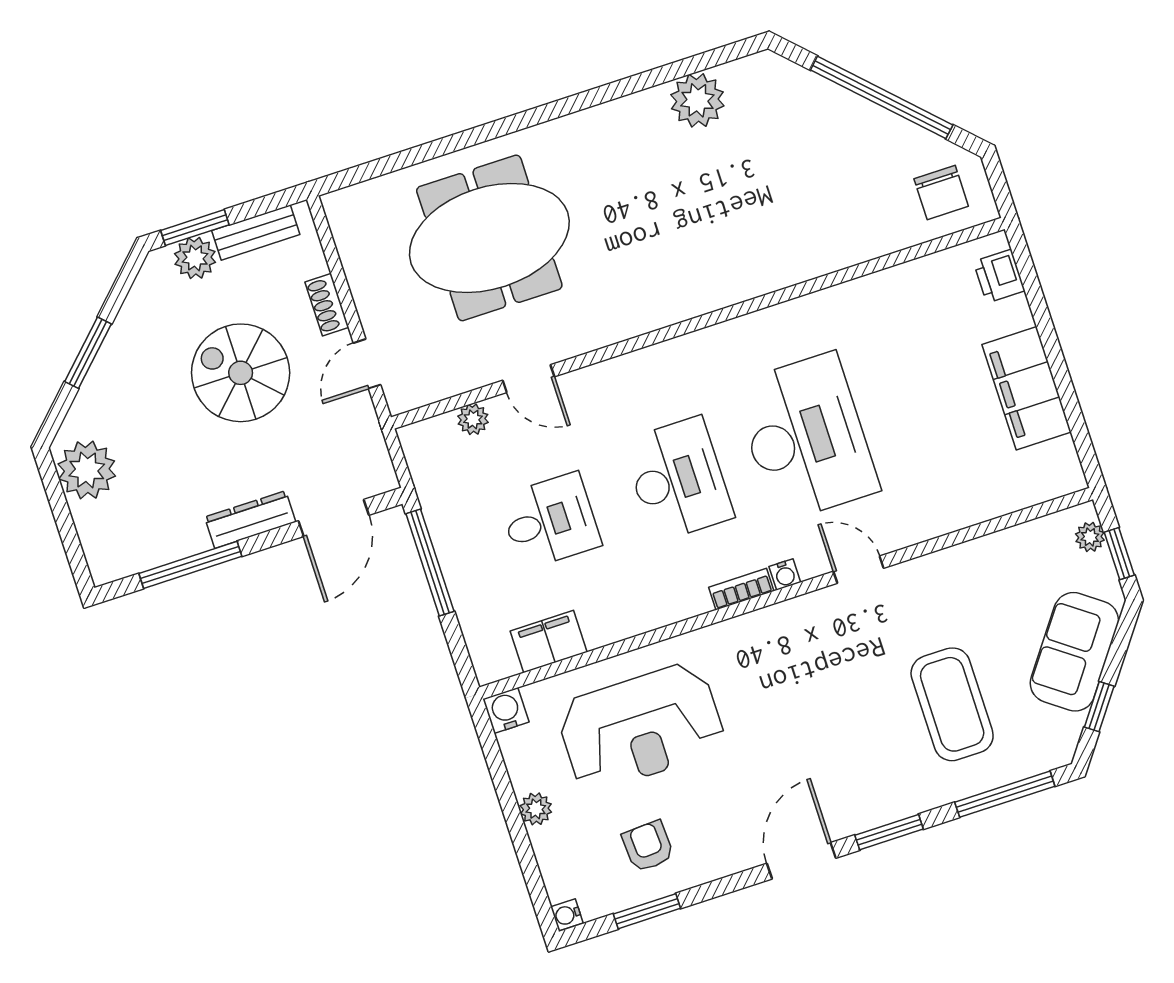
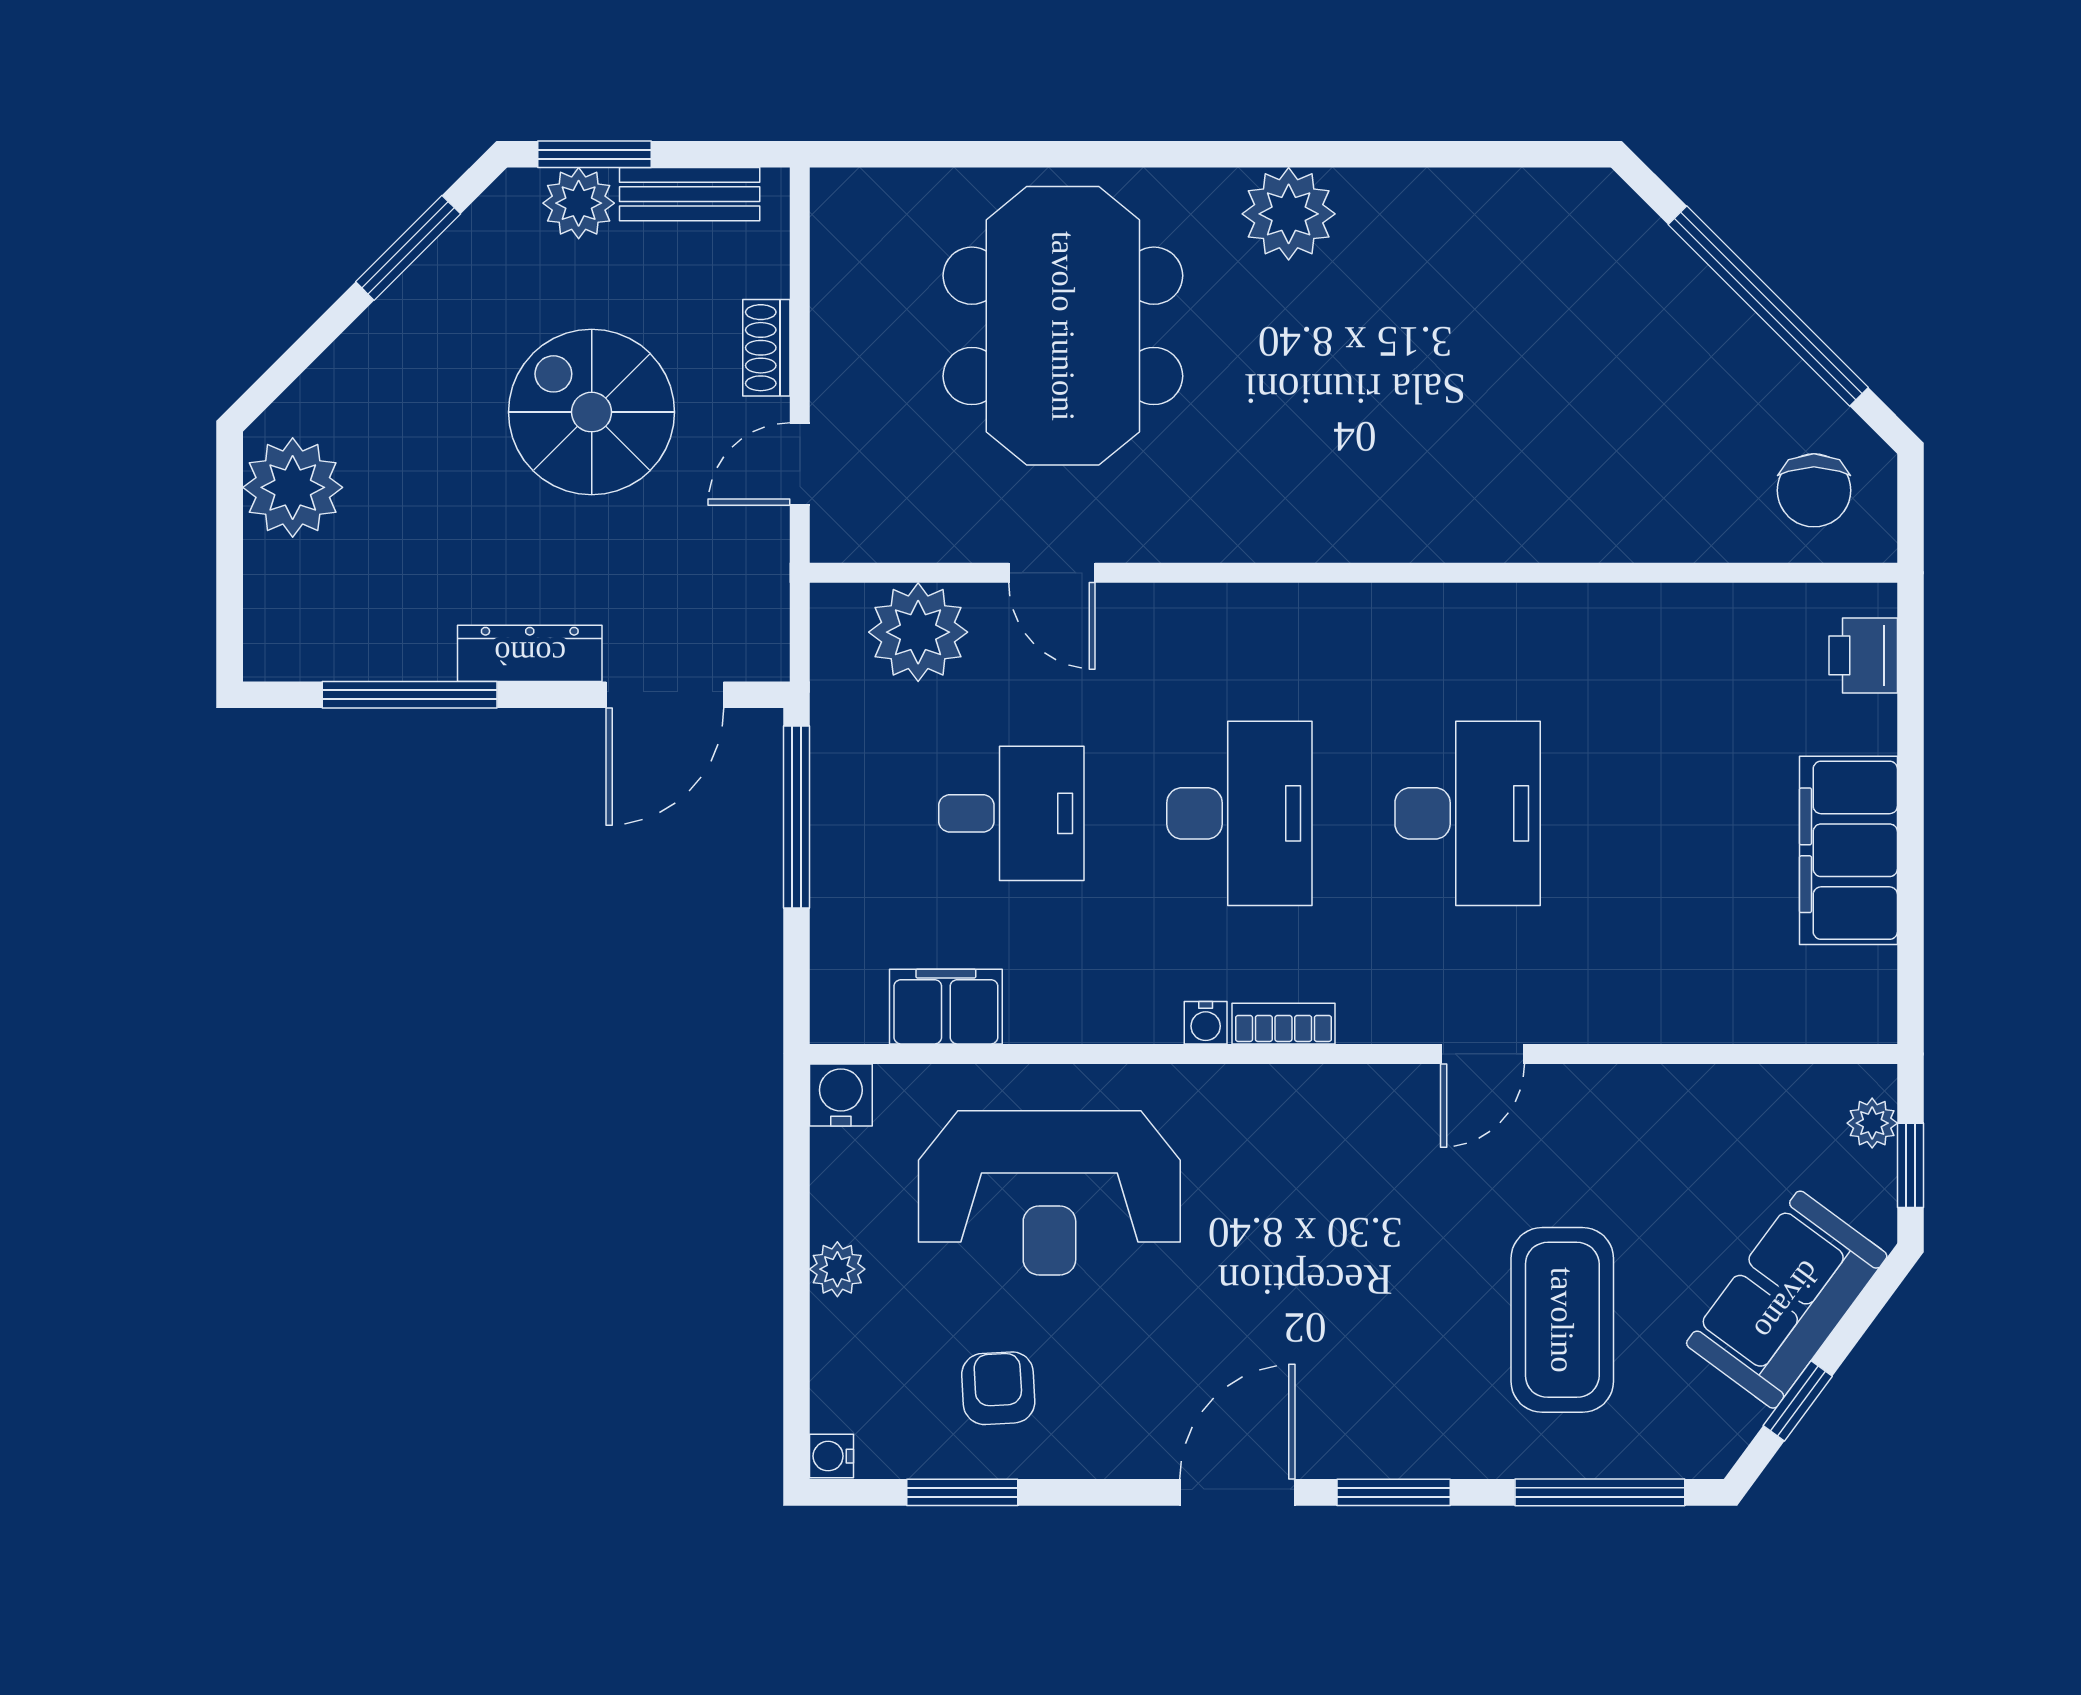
plant: (697, 100) -> (1289, 214), moved
meeting table: (489, 238) -> (1063, 326), turned 90
window: (88, 353) -> (408, 248), moved
plant: (473, 419) -> (918, 632), width x1.87, depth x1.87
desk: (806, 437) -> (1468, 813), width x0.73, depth x0.77
door: (859, 570) -> (1482, 1054), swing flipped
water cooler: (785, 574) -> (1206, 1023), moved

